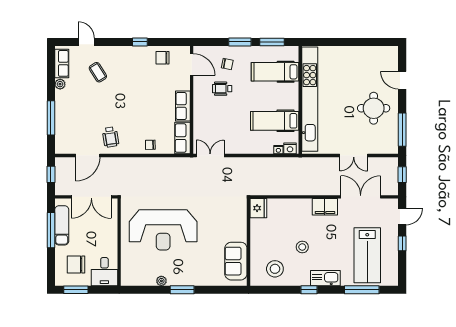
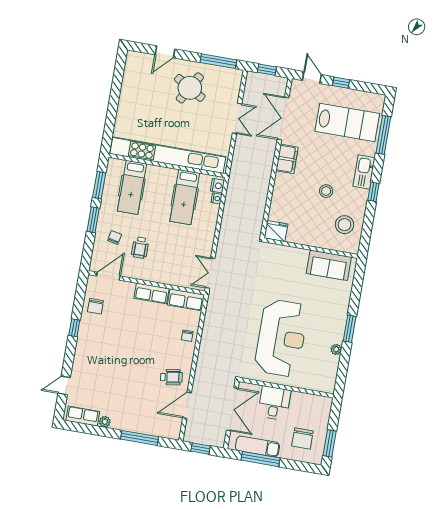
coffee table: (98, 72) -> (99, 379), removed
round table: (374, 108) -> (190, 88), turned 30
door: (88, 156) -> (187, 405), swing flipped
desk: (104, 272) -> (274, 403), moved, turned -90

